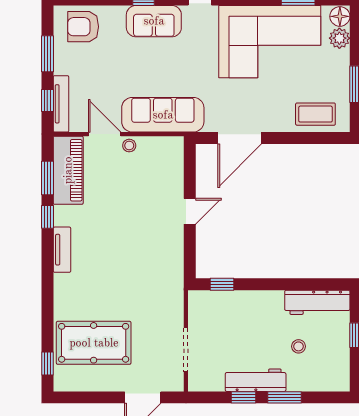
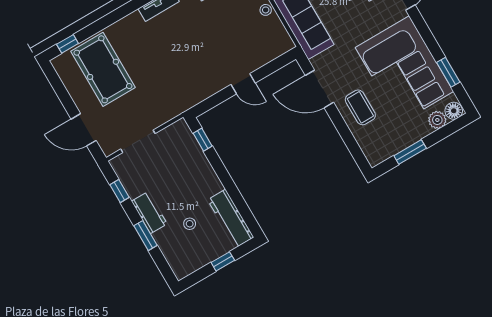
coffee table: (315, 114) -> (360, 107), moved
workbench: (256, 380) -> (149, 213), width x0.73
window: (243, 397) -> (119, 191), moved

